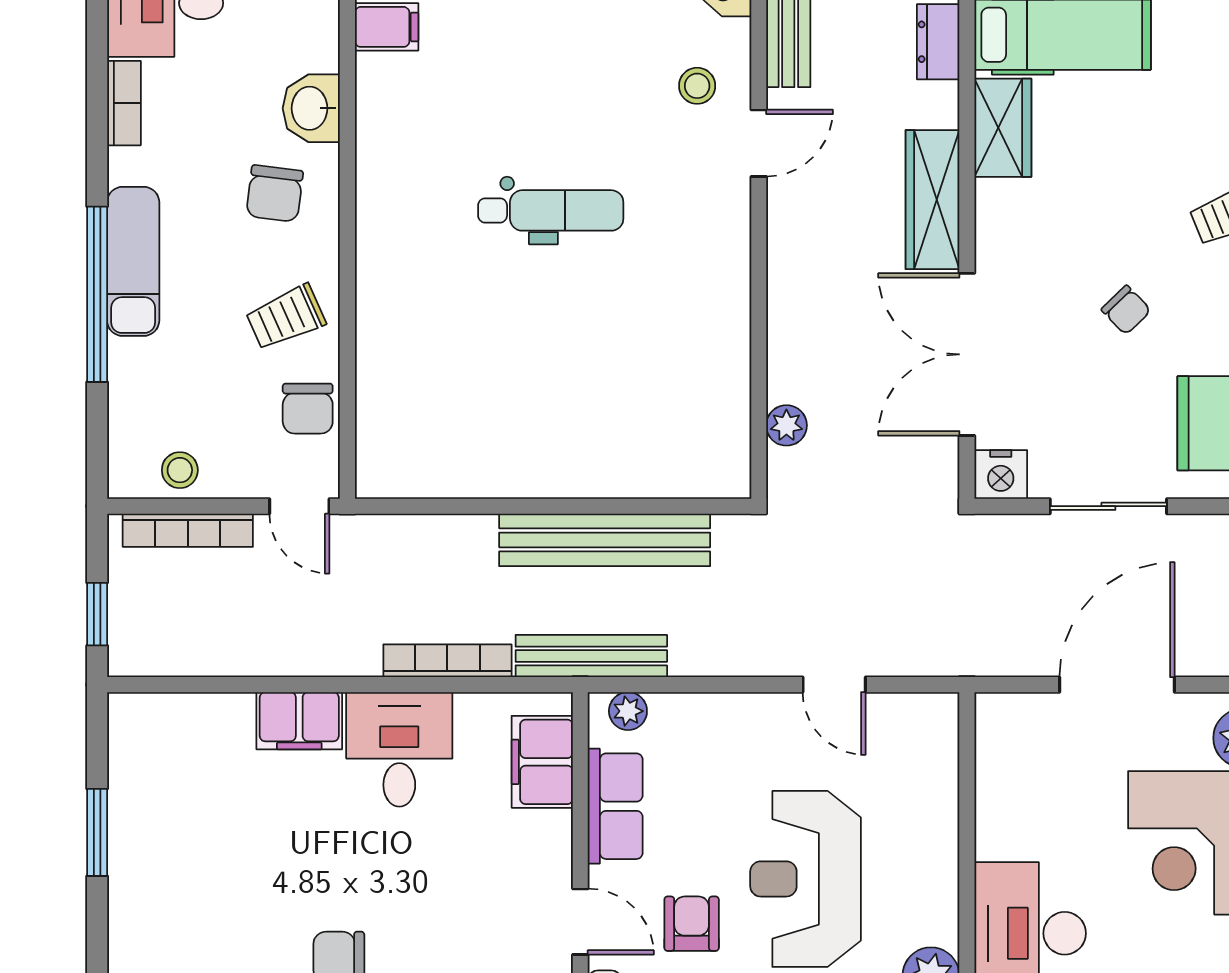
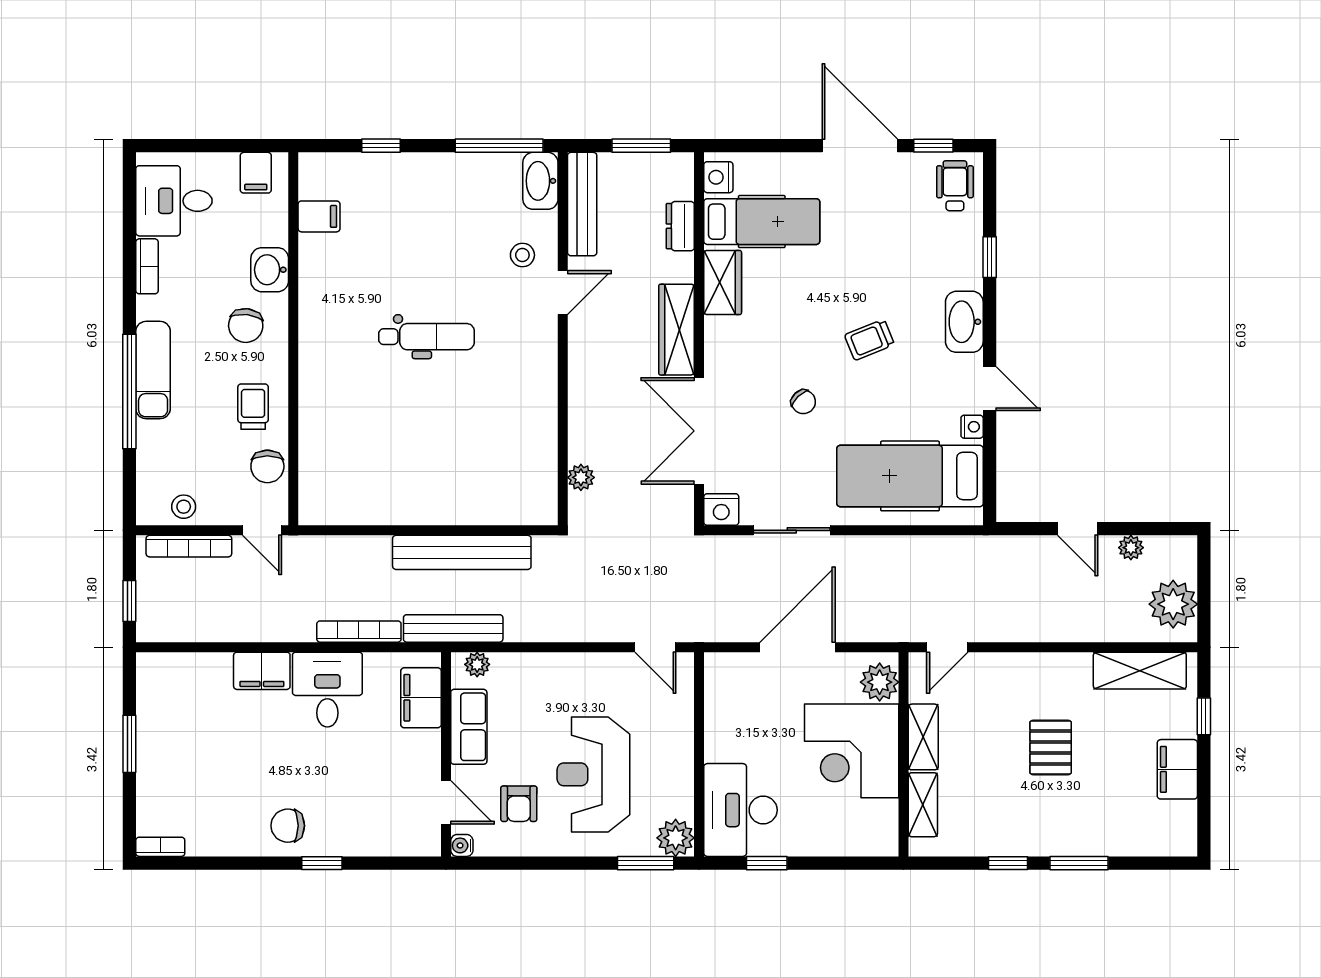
trolley: (286, 317) -> (253, 407), turned 114
door: (834, 685) -> (655, 647), moved
armchair: (692, 924) -> (519, 804), turned 180

